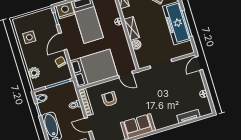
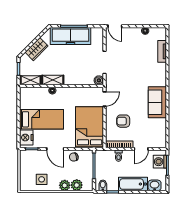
shelving: (132, 29) -> (53, 80), moved
boiler: (136, 45) -> (99, 80), moved
plant: (30, 61) -> (65, 185), added

